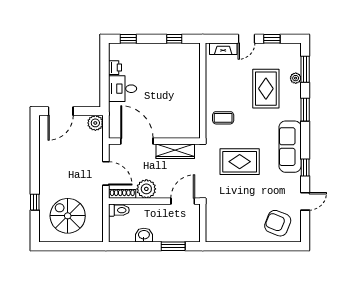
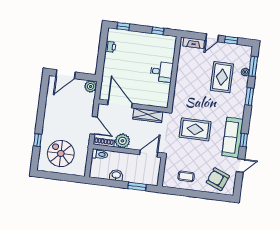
desk: (123, 89) -> (162, 72), moved, turned 180
coffee table: (223, 118) -> (186, 176), moved
sofa: (290, 147) -> (233, 137), moved

